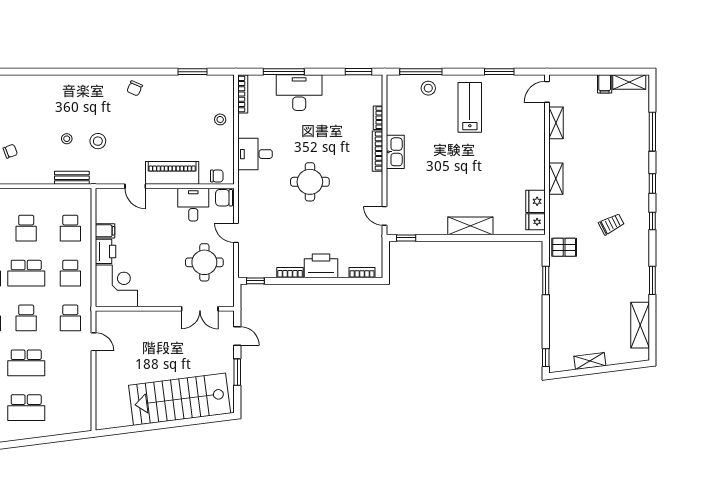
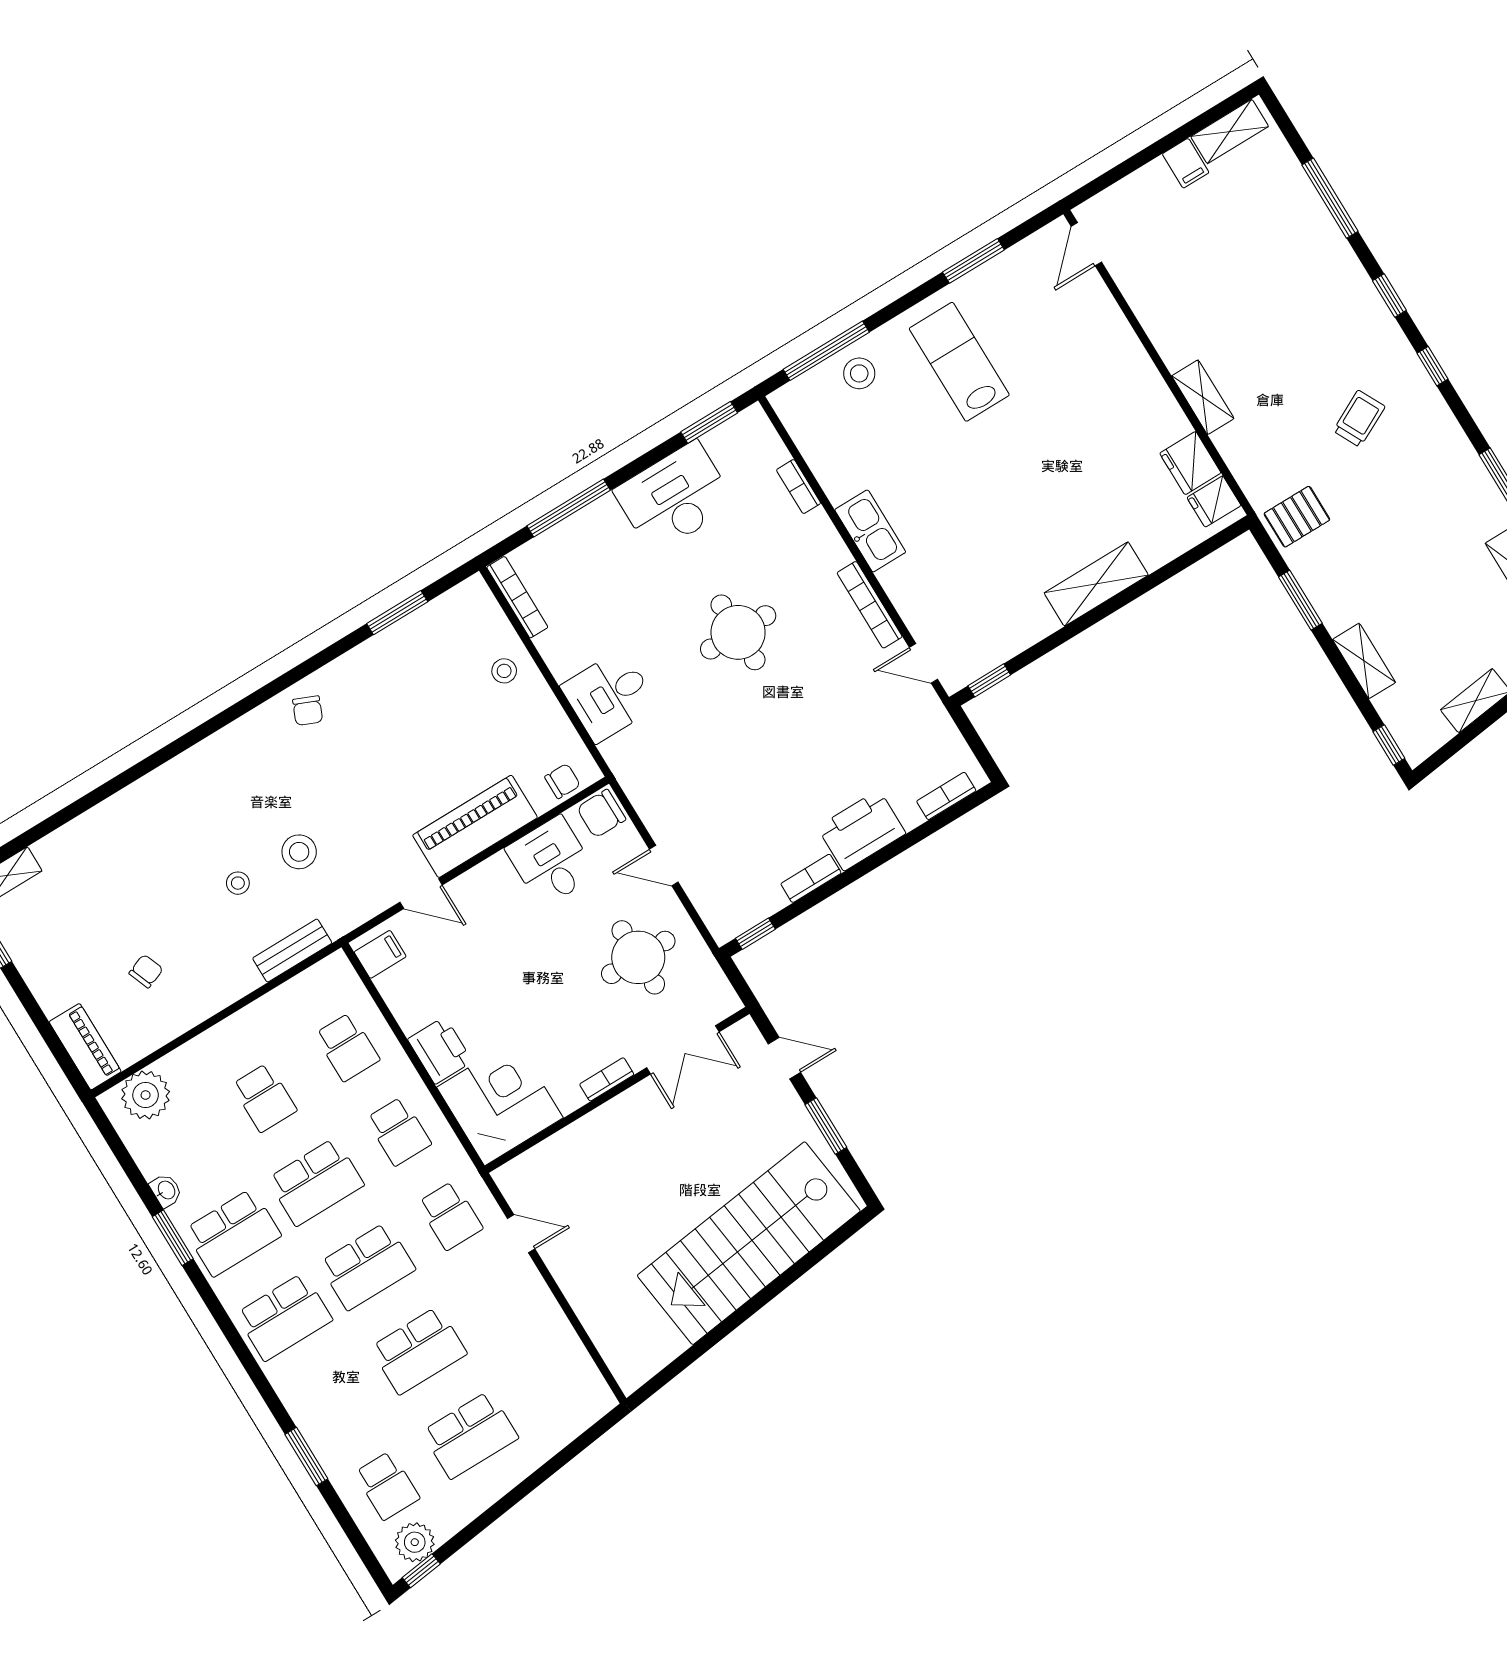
desk: (299, 93) -> (675, 497), moved
shelving: (556, 123) -> (1364, 661), moved
bookcase: (378, 151) -> (870, 605), moved
round table: (310, 182) -> (738, 632), moved
filing cabinet: (105, 231) -> (380, 954), moved
bookcase: (163, 302) -> (607, 1079), added
school desk: (26, 318) -> (367, 1266), width x1.85

